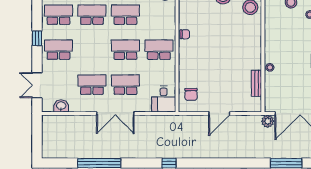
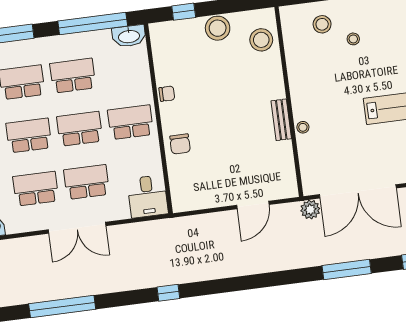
school desk: (92, 50) -> (29, 135), added
bench: (256, 83) -> (281, 120), moved
chair: (191, 94) -> (180, 144), moved
door: (219, 113) -> (253, 205), moved

